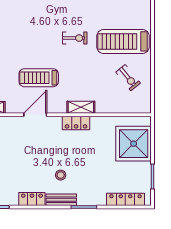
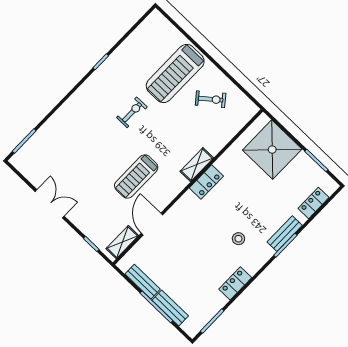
door: (35, 115) -> (152, 224), moved
locker: (125, 199) -> (314, 203), width x0.66
bench: (61, 200) -> (285, 234), moved

